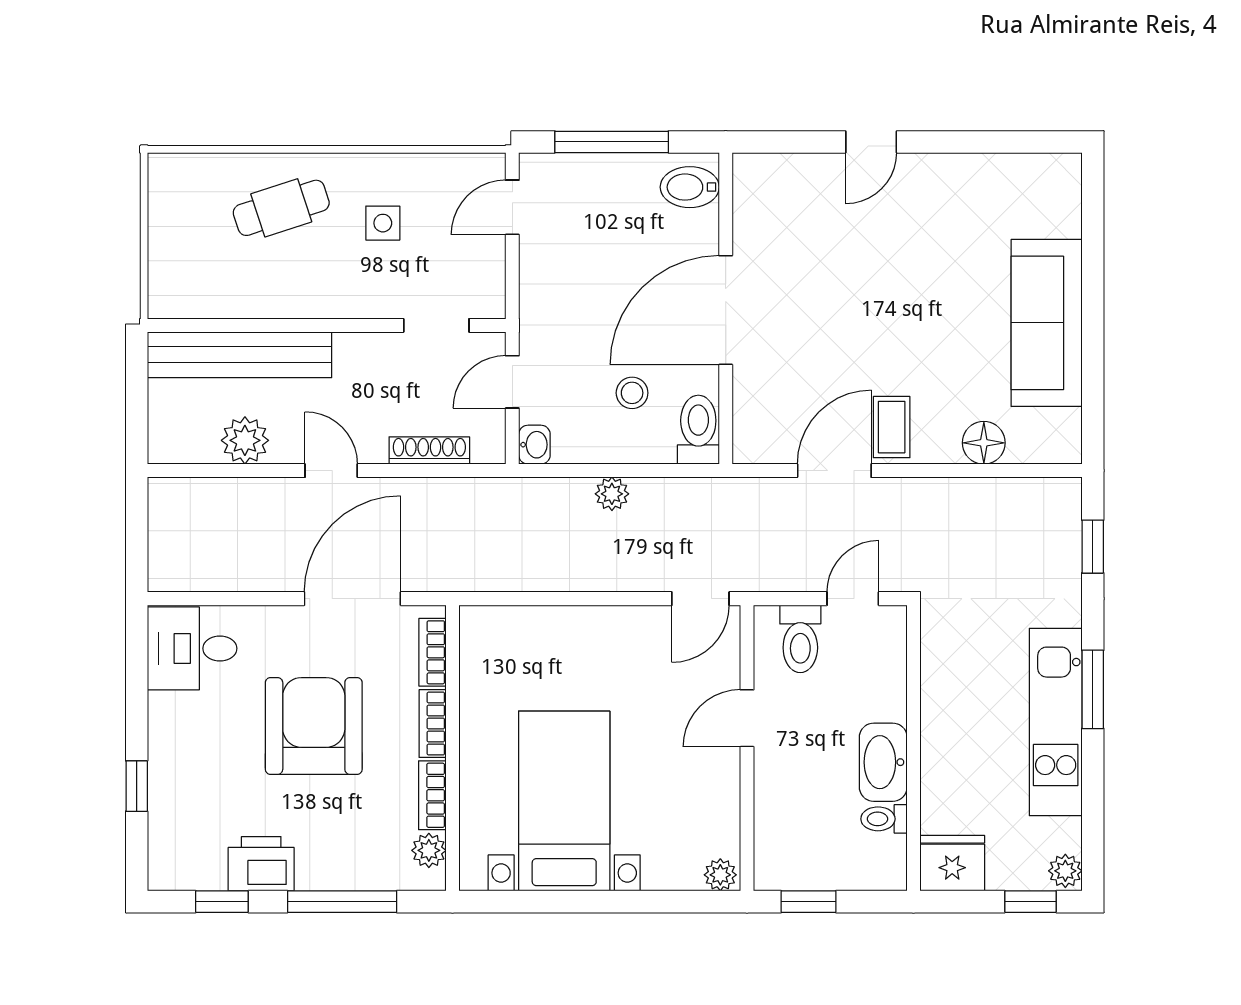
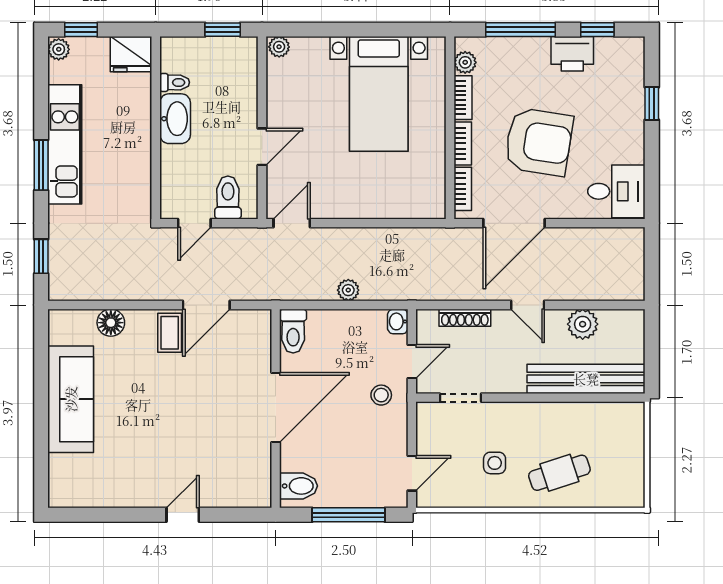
stool: (632, 393) -> (381, 395), moved
armchair: (314, 726) -> (539, 142), turned -81

